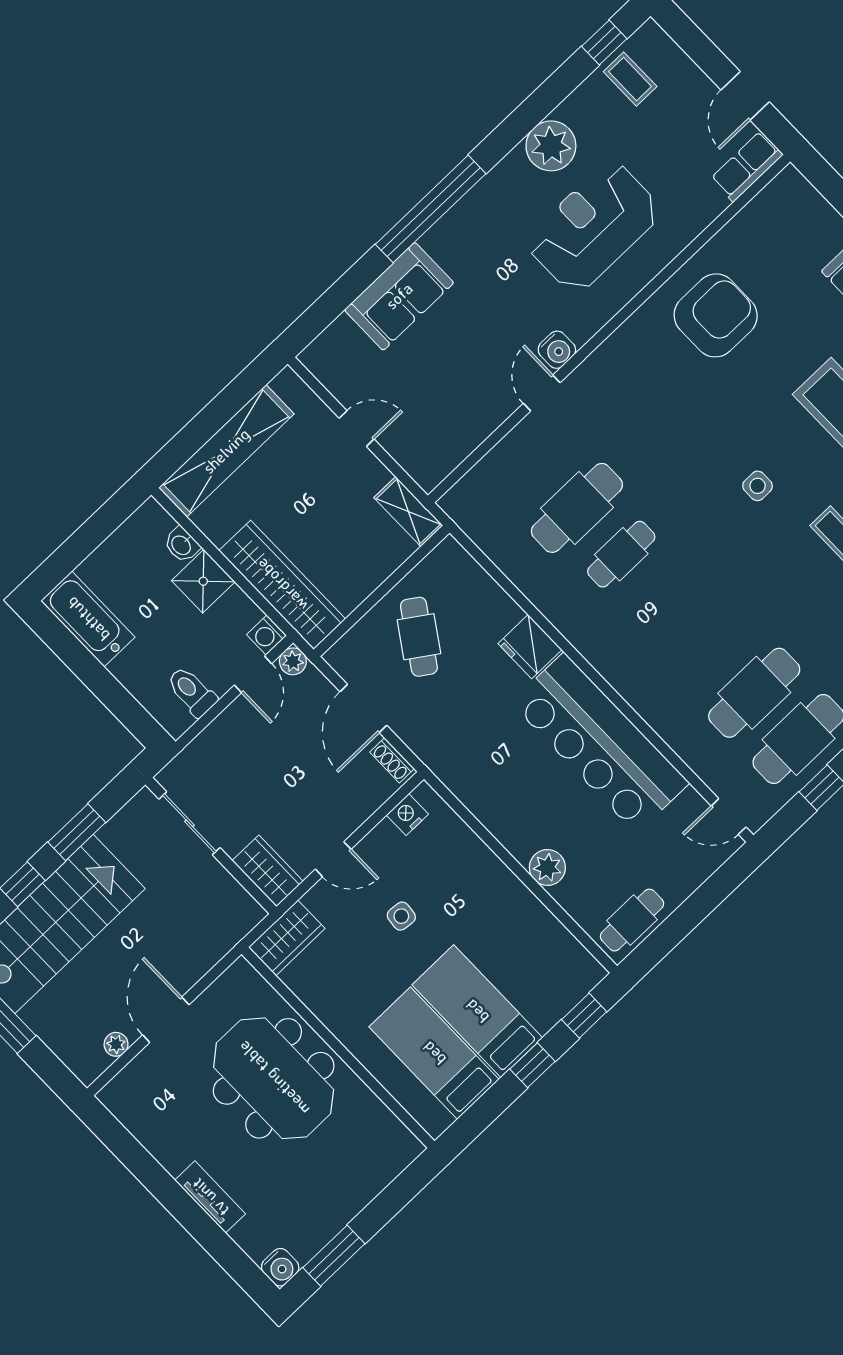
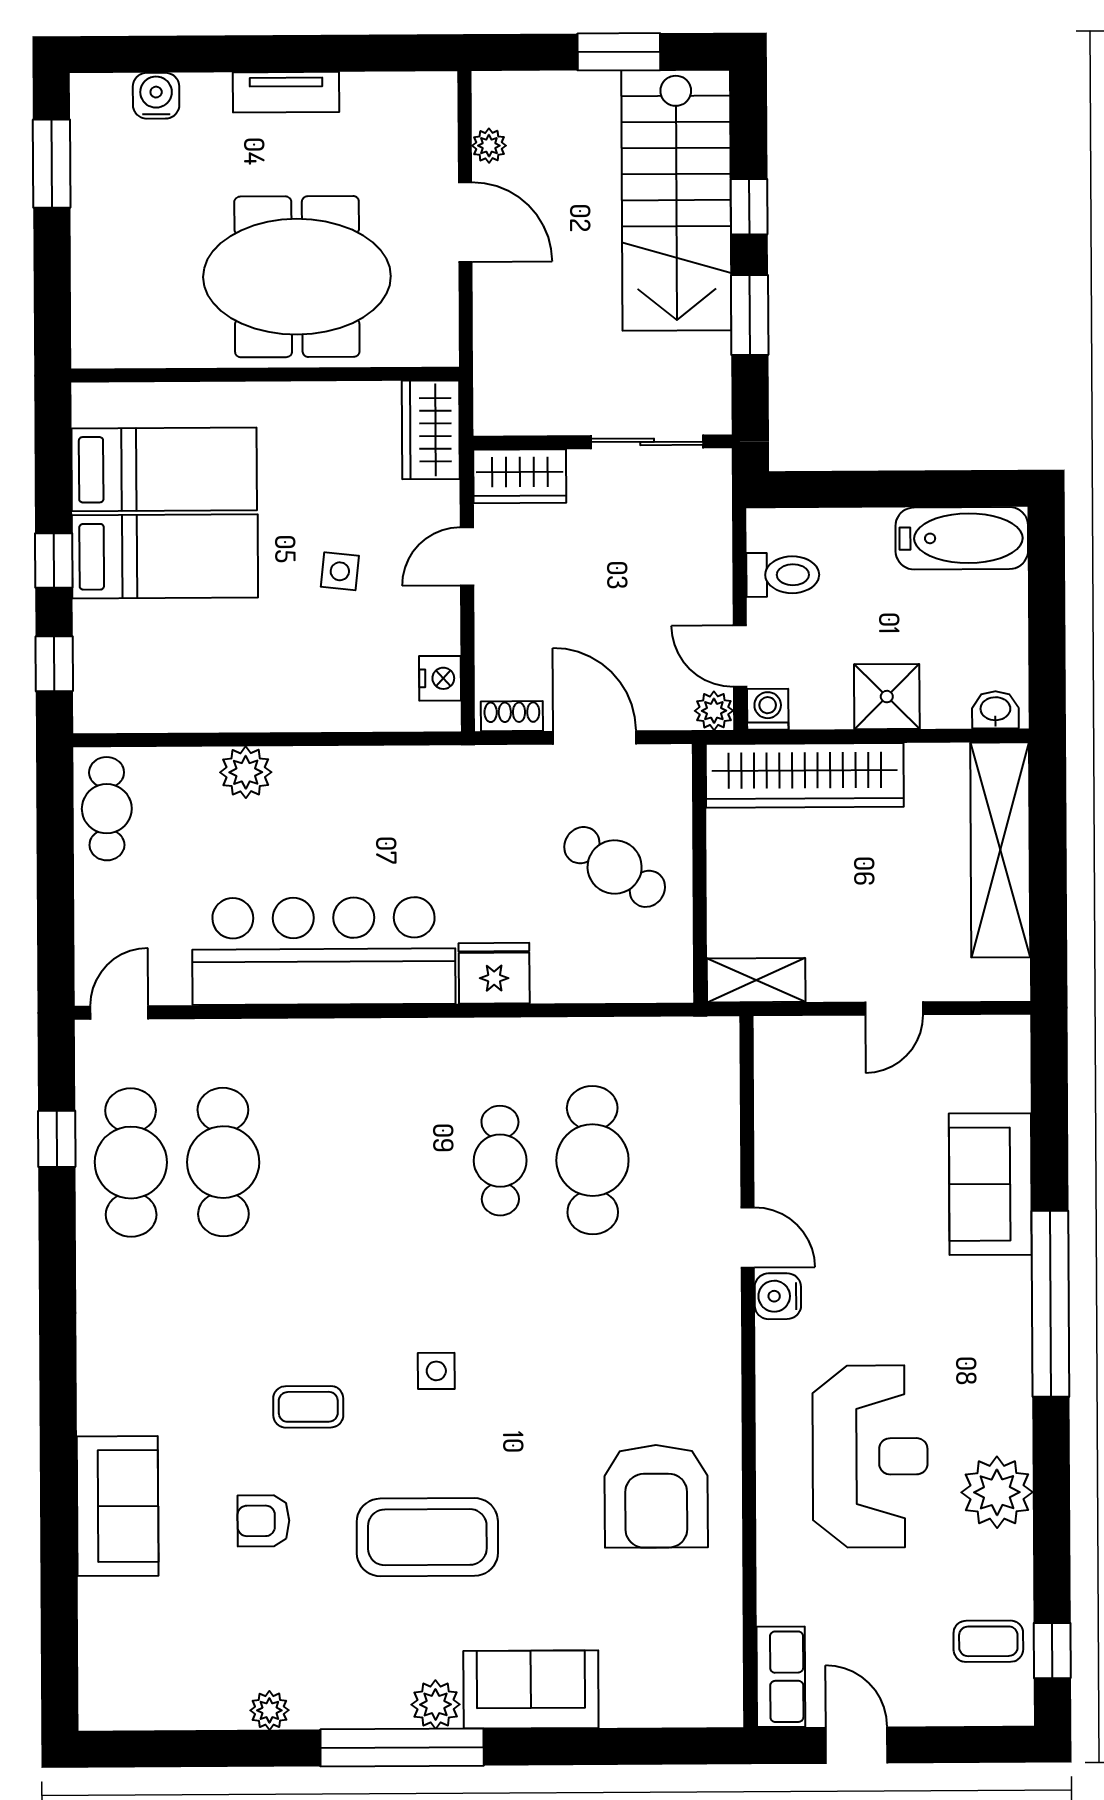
washbasin: (182, 545) -> (995, 710), moved
tv unit: (210, 1197) -> (286, 92), moved
water cooler: (280, 1267) -> (156, 96), moved, turned 90

